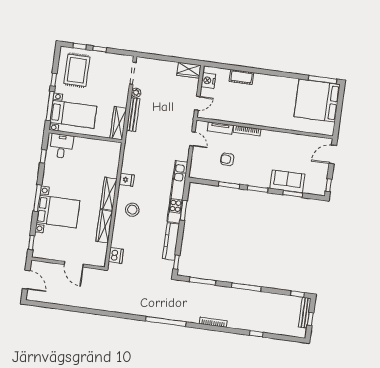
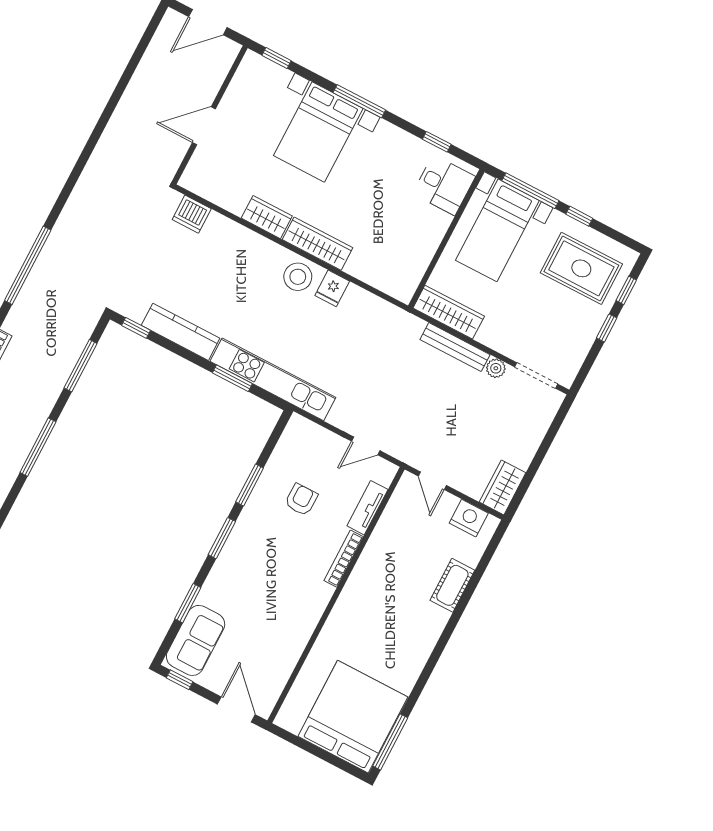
sofa: (287, 181) -> (196, 640), moved
stool: (132, 210) -> (298, 277), moved
wardrobe: (104, 226) -> (267, 217), width x0.67

